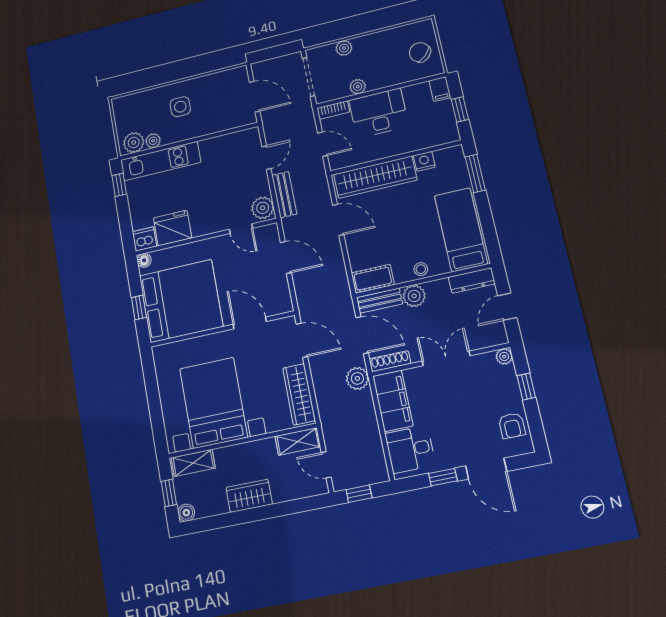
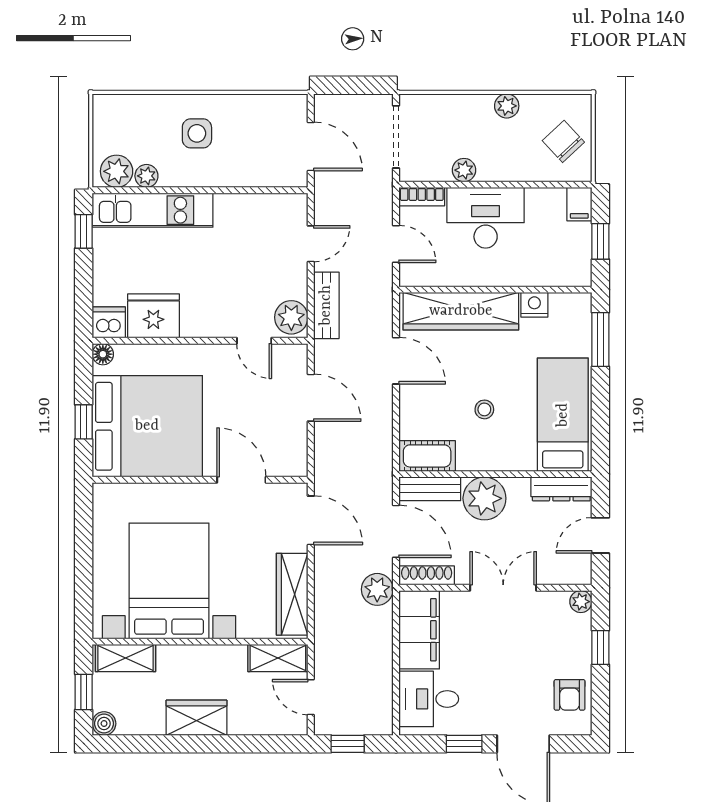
plant: (344, 48) -> (507, 106), moved
stool: (421, 269) -> (484, 409), moved
plant: (414, 296) -> (484, 498), width x1.36, depth x1.36

